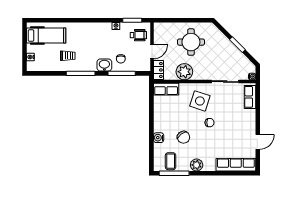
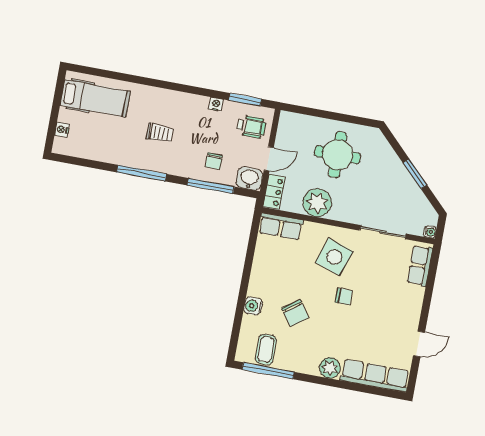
trolley: (68, 56) -> (160, 133), moved
washbasin: (104, 65) -> (249, 178), moved
plant: (197, 165) -> (330, 368), moved

